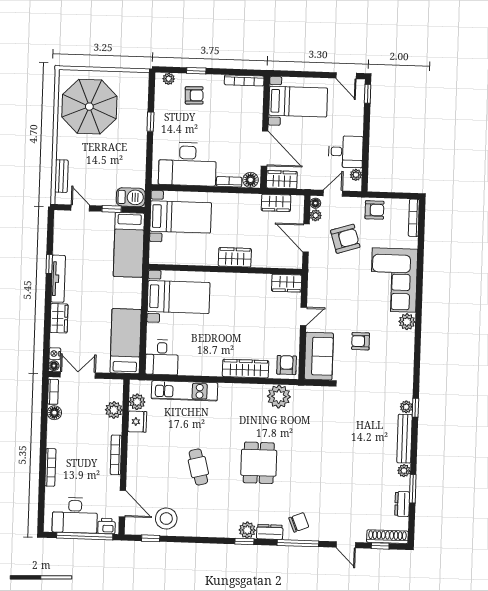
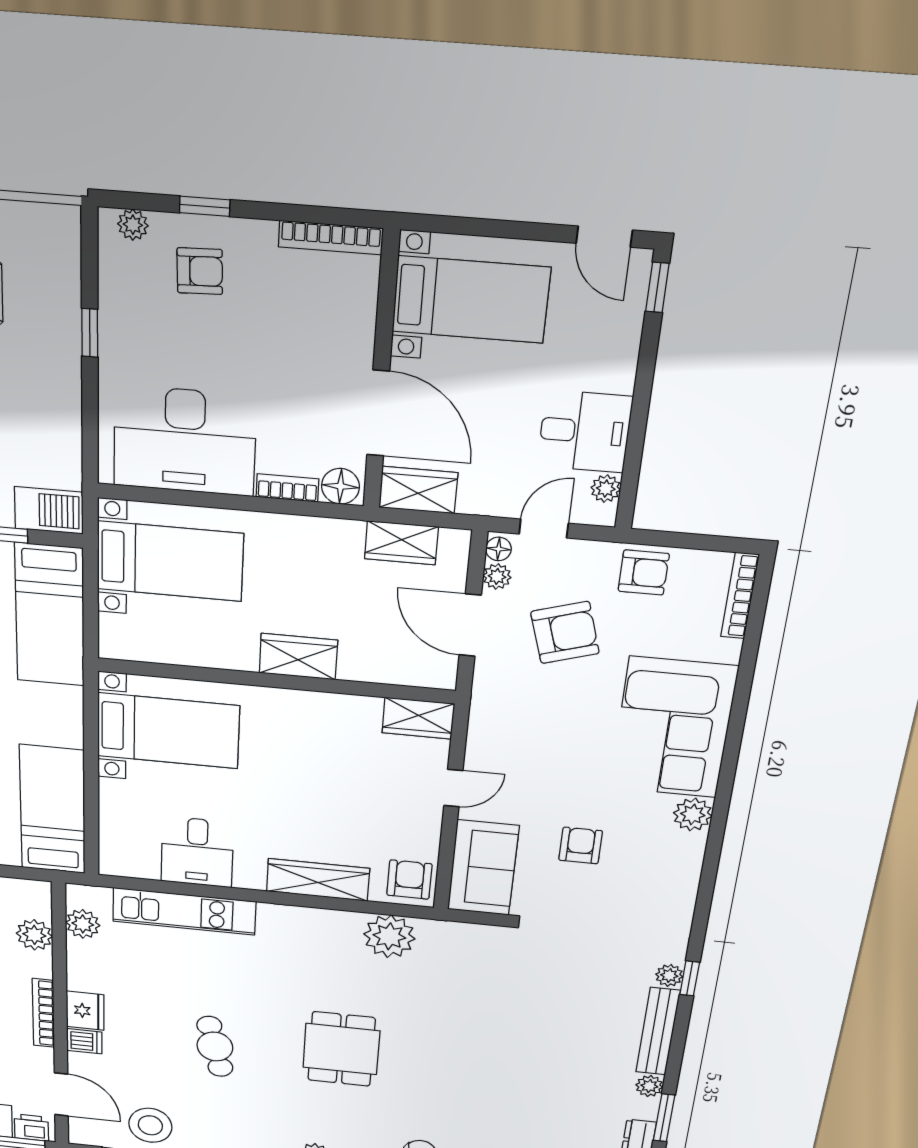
armchair: (361, 341) -> (581, 846), turned 90
desk: (162, 357) -> (197, 852), moved
fridge: (137, 422) -> (85, 1011), moved
dishwasher: (135, 470) -> (84, 1041), added

